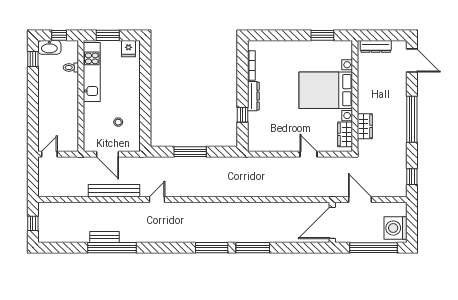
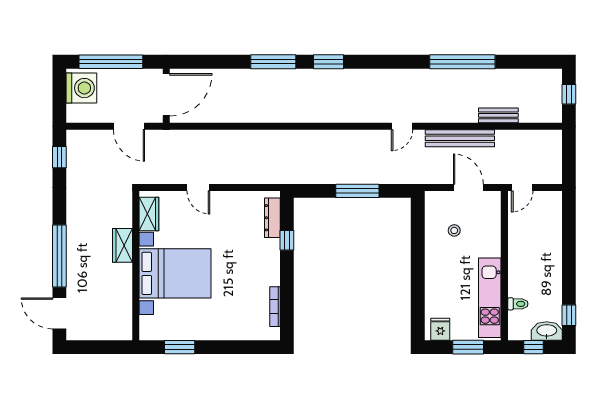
dresser: (376, 46) -> (108, 332), removed
dresser: (253, 96) -> (272, 218), moved
window: (412, 119) -> (59, 256), moved
wardrobe: (365, 126) -> (123, 245), moved
door: (49, 154) -> (522, 187), moved
bench: (104, 237) -> (498, 115), moved
window: (212, 248) -> (329, 62), width x0.69

